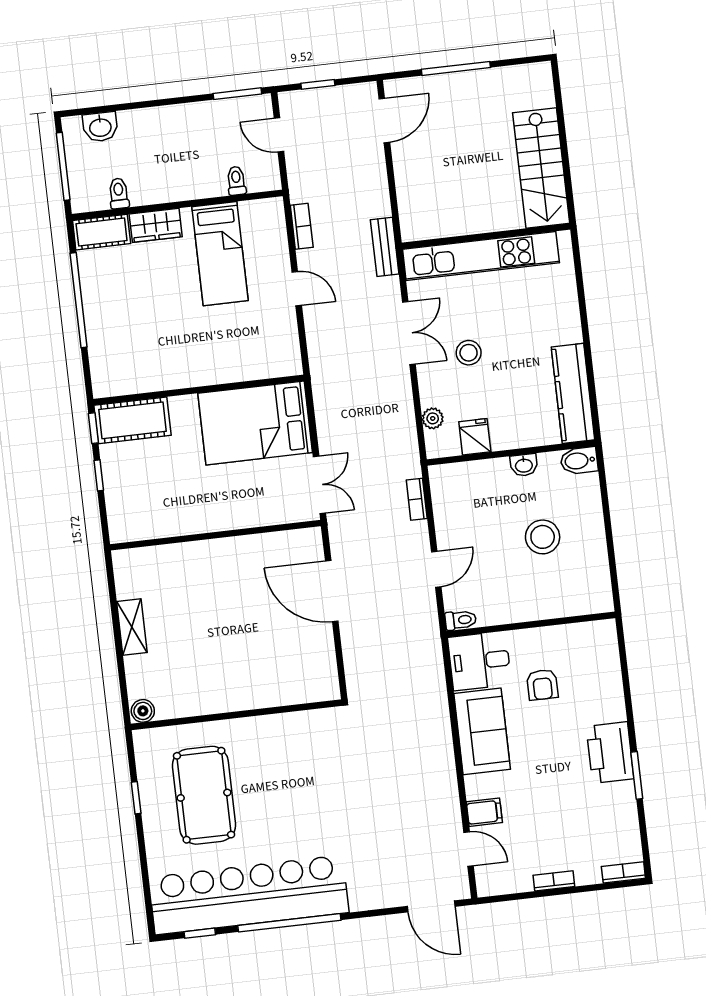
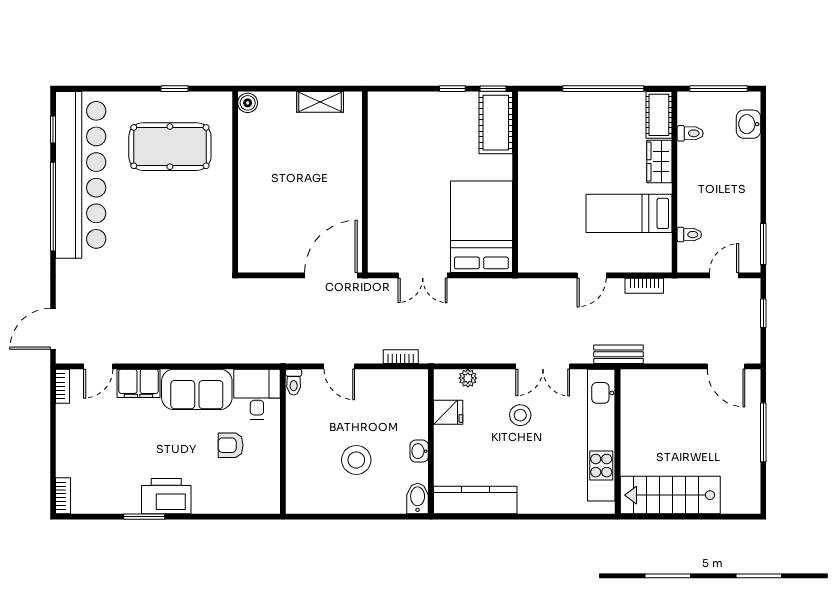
wall: (215, 535) -> (365, 182), moved
filing cabinet: (484, 812) -> (139, 383), width x2.00
bookcase: (554, 881) -> (63, 386), moved

